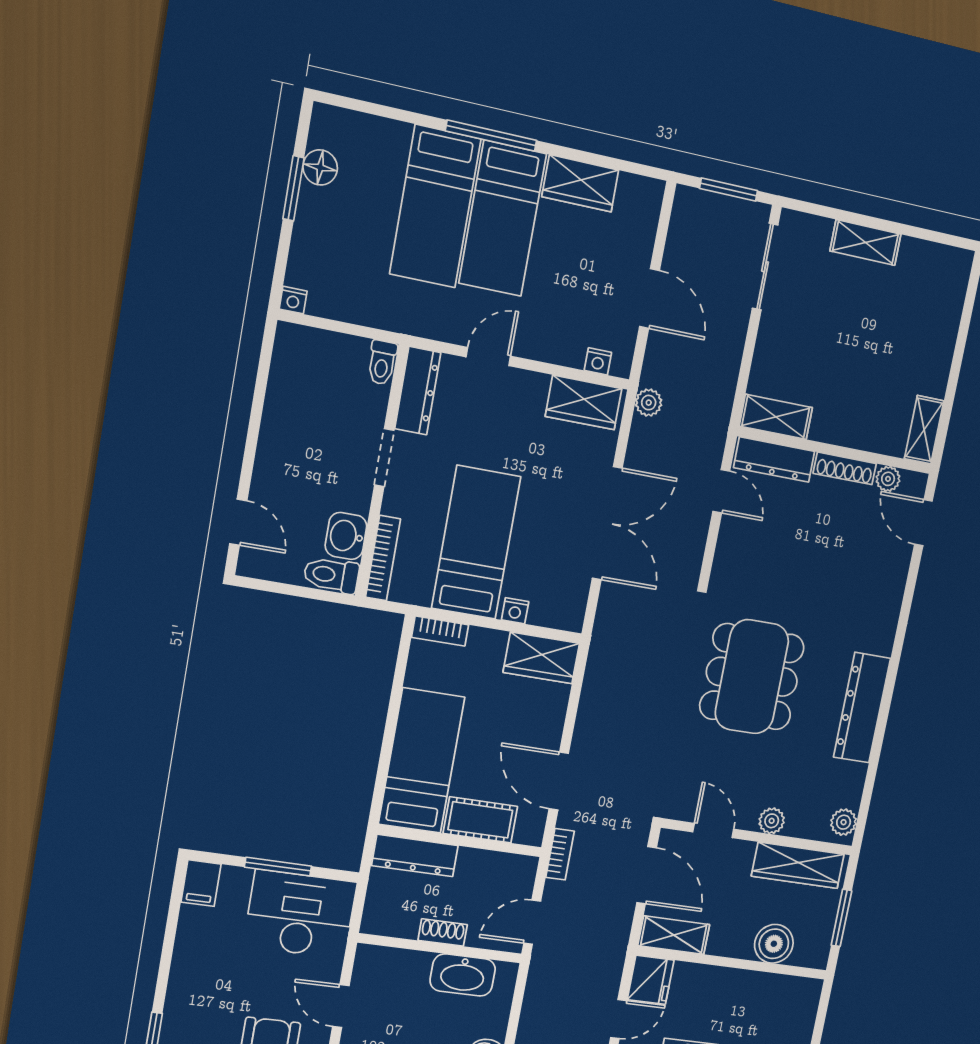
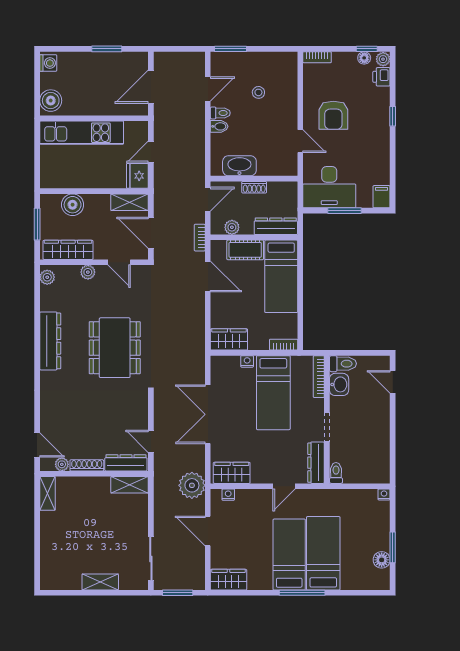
wardrobe: (580, 183) -> (229, 580), moved
plant: (649, 403) -> (192, 485), width x1.88, depth x1.88
plant: (497, 865) -> (232, 227), added

